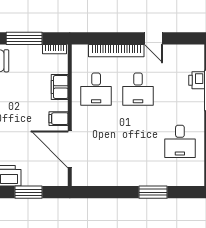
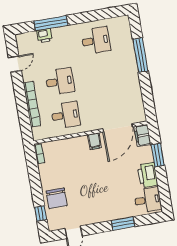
window: (24, 38) -> (35, 180), removed
door: (154, 38) -> (15, 64), moved
filing cabinet: (60, 87) -> (142, 135), moved, turned 90
window: (153, 192) -> (140, 55), width x1.44

